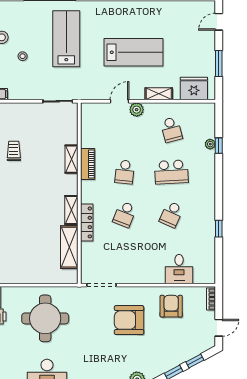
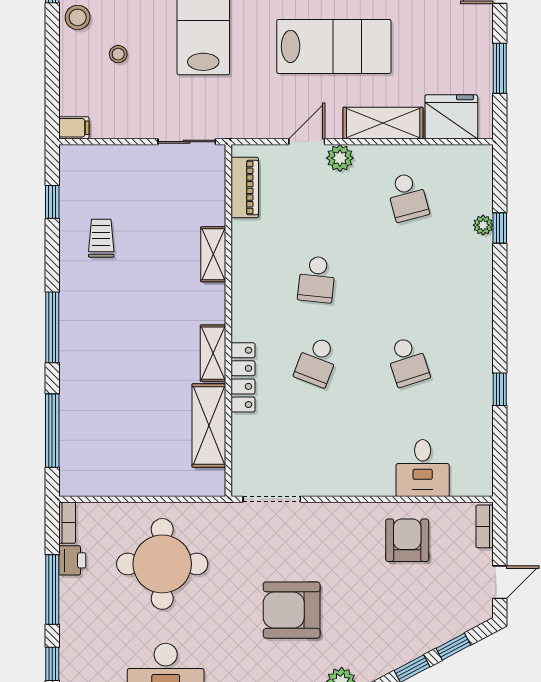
shelving: (159, 94) -> (383, 123), width x1.50, depth x1.33
piano: (88, 164) -> (245, 187), moved
school desk: (171, 172) -> (408, 279), removed
school desk: (171, 214) -> (408, 362), turned -42
armchair: (129, 320) -> (292, 610), moved

